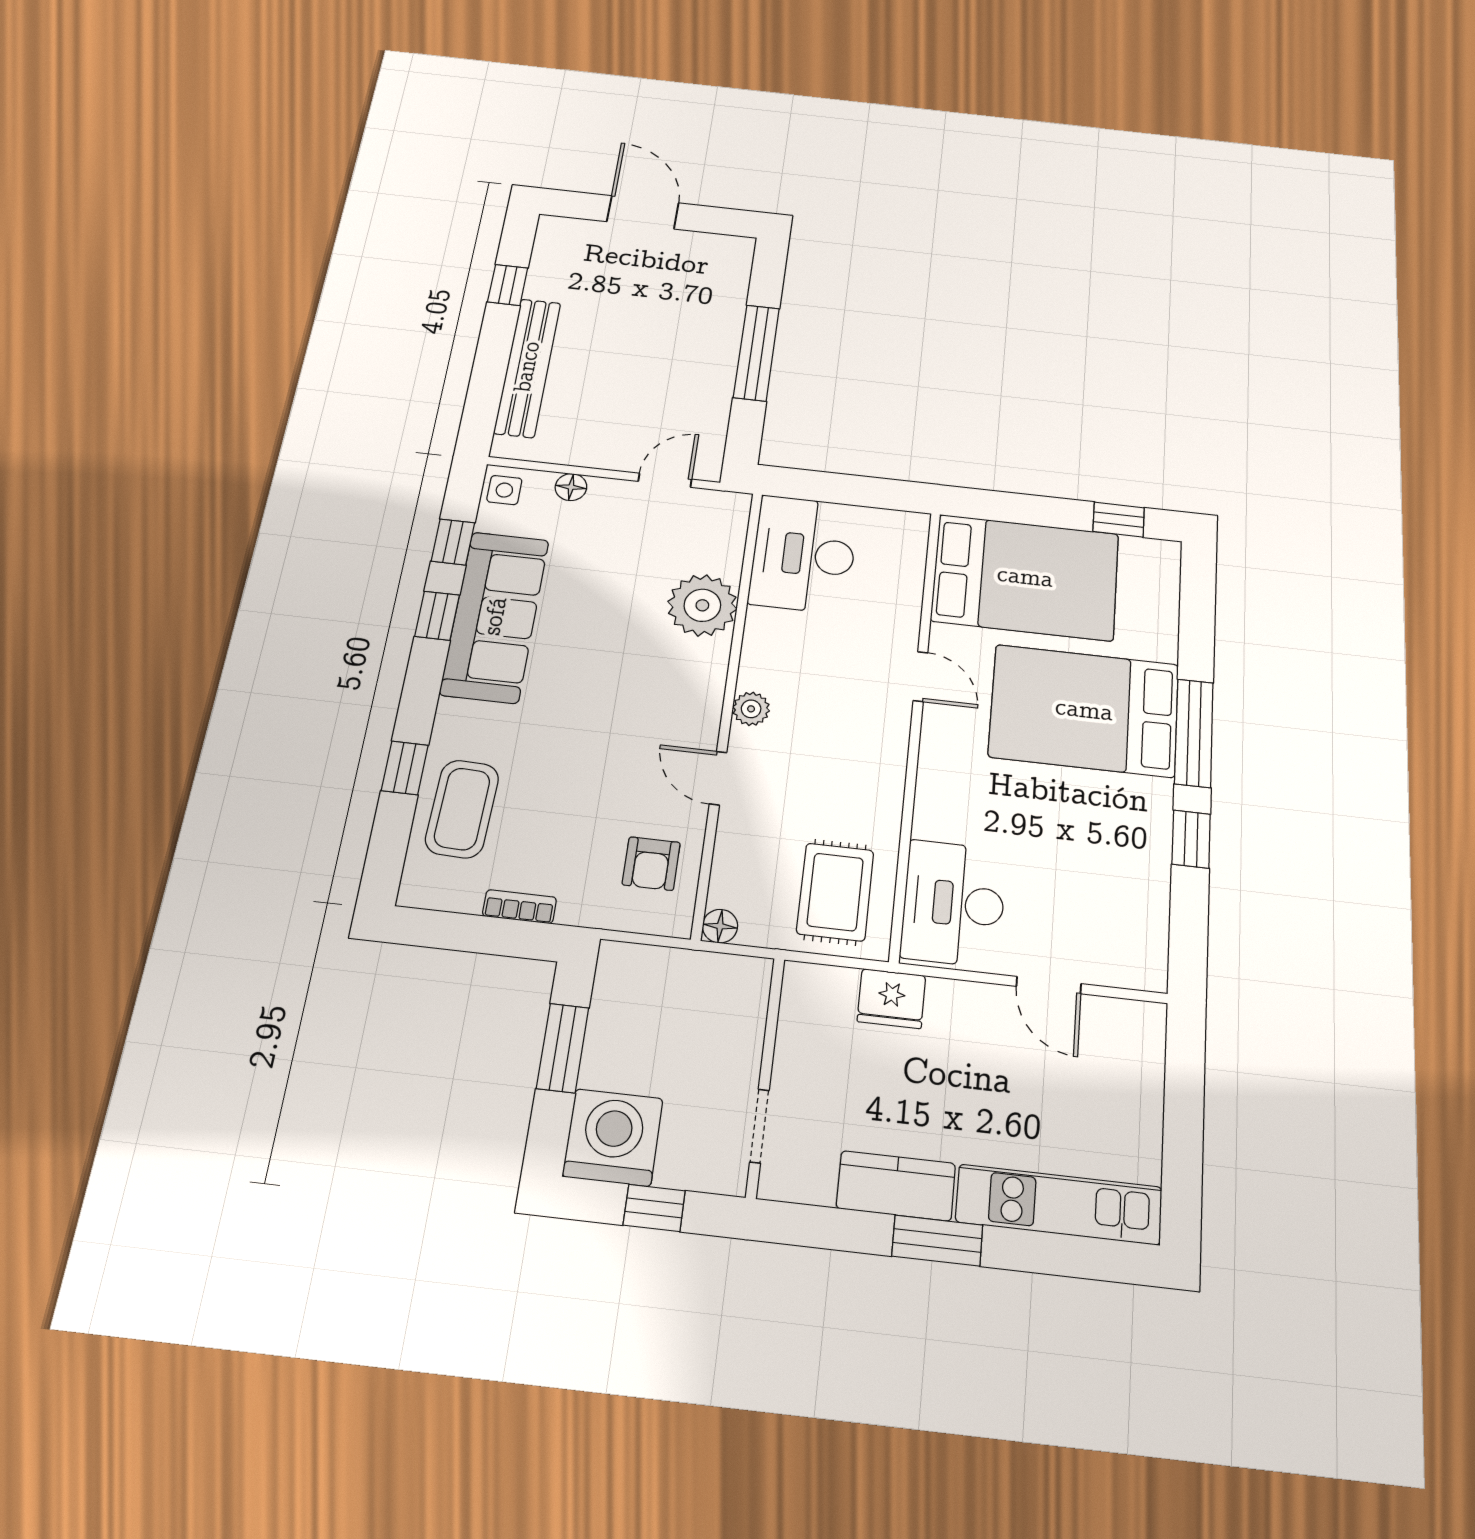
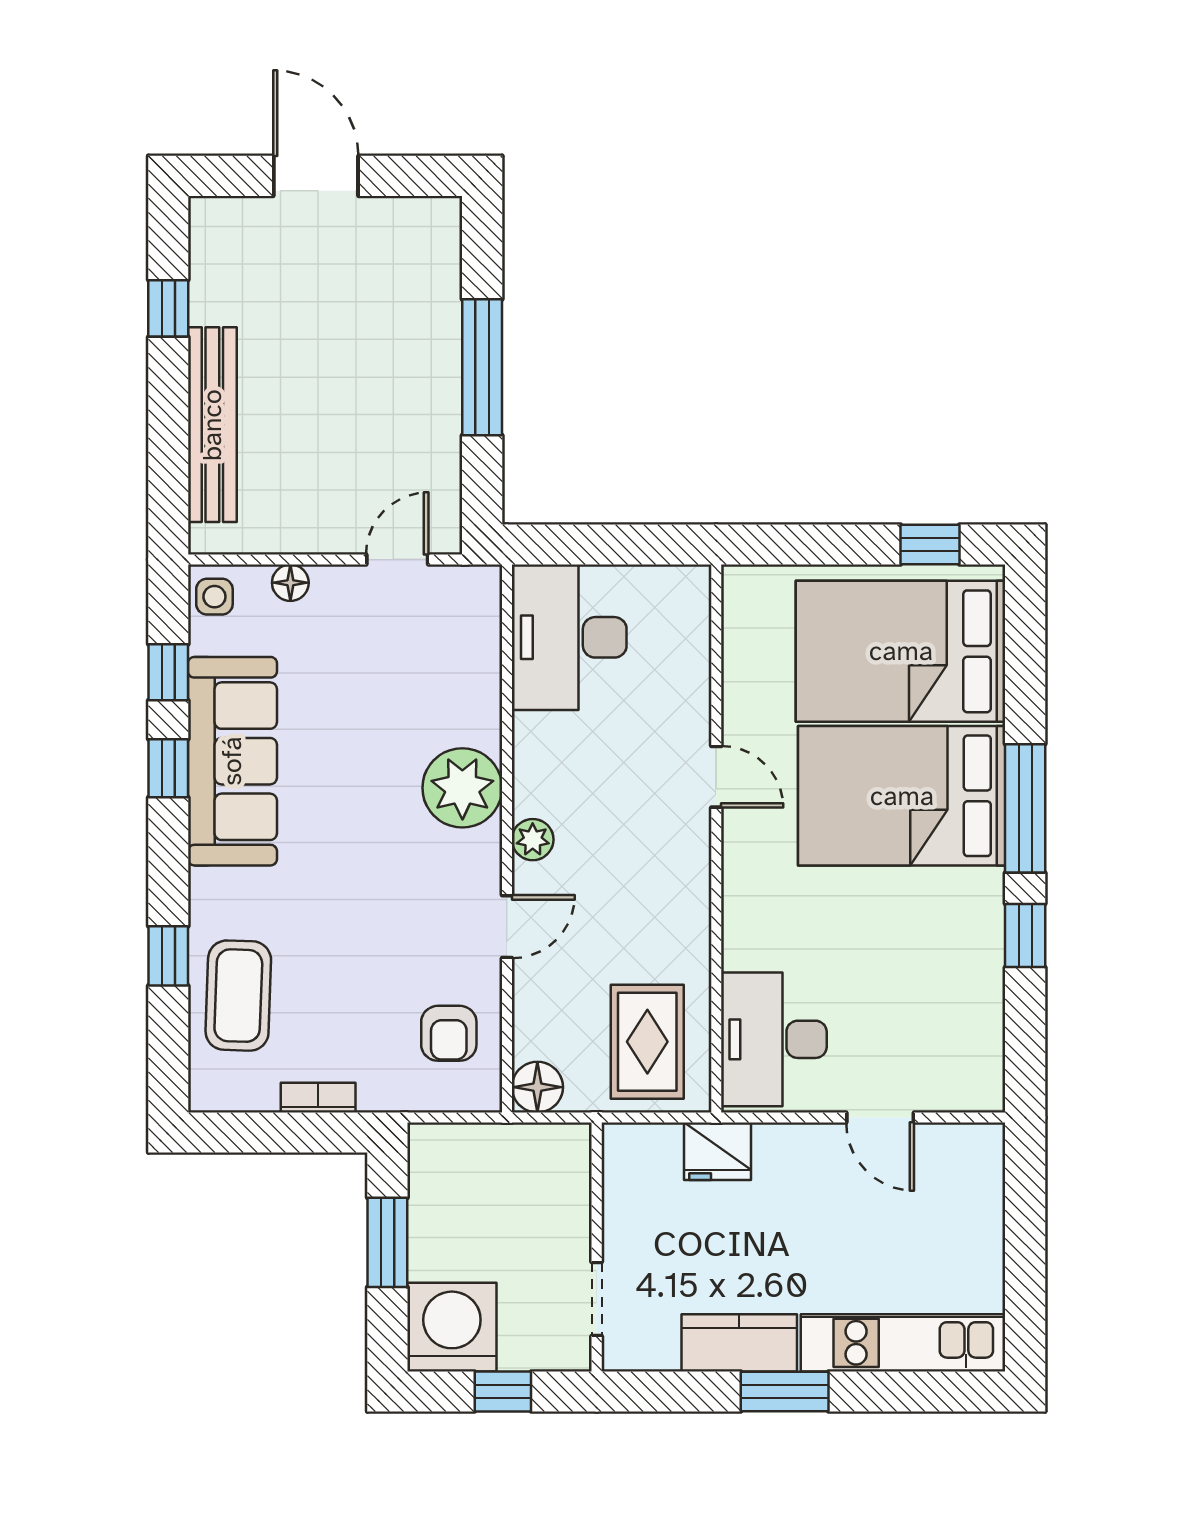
bed: (1025, 577) -> (901, 651), moved, turned 180
plant: (702, 605) -> (462, 788), moved
door: (718, 778) -> (507, 927), swing flipped
floor lamp: (720, 926) -> (537, 1087), width x1.37, depth x1.37

